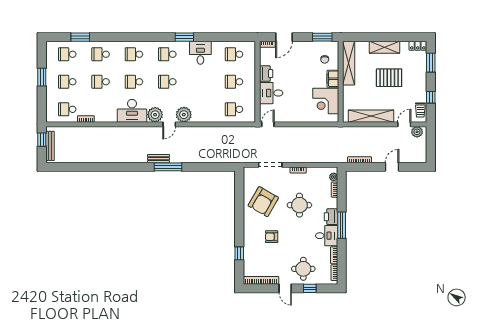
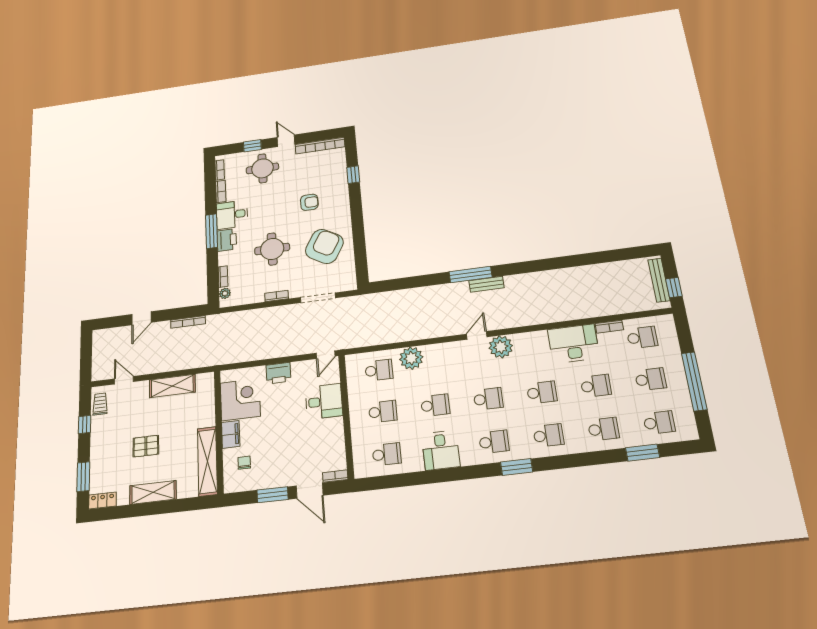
window: (184, 37) -> (517, 467), moved
door: (284, 37) -> (310, 491), swing flipped
window: (322, 37) -> (273, 495), moved
printer: (266, 74) -> (278, 373), moved, turned -90
window: (42, 77) -> (694, 381), width x2.11
pallet: (389, 78) -> (146, 446), width x0.67, depth x0.71
school desk: (201, 82) -> (435, 405), added
desk: (132, 111) -> (573, 344), moved
plant: (184, 115) -> (411, 358), moved
shelving: (371, 116) -> (172, 386), width x0.68
door: (404, 124) -> (124, 380), swing flipped
plant: (417, 132) -> (105, 372), removed

